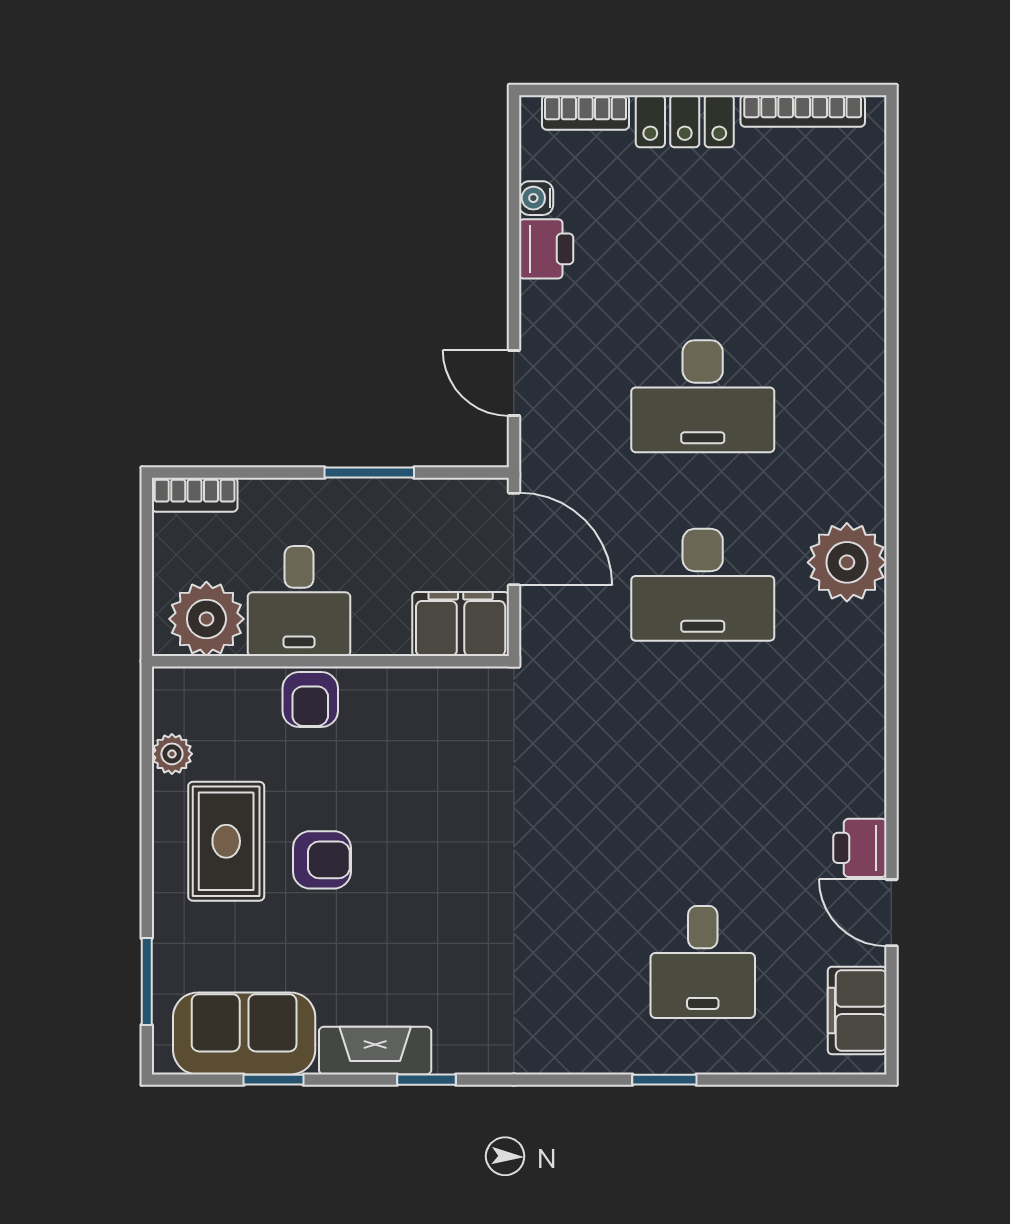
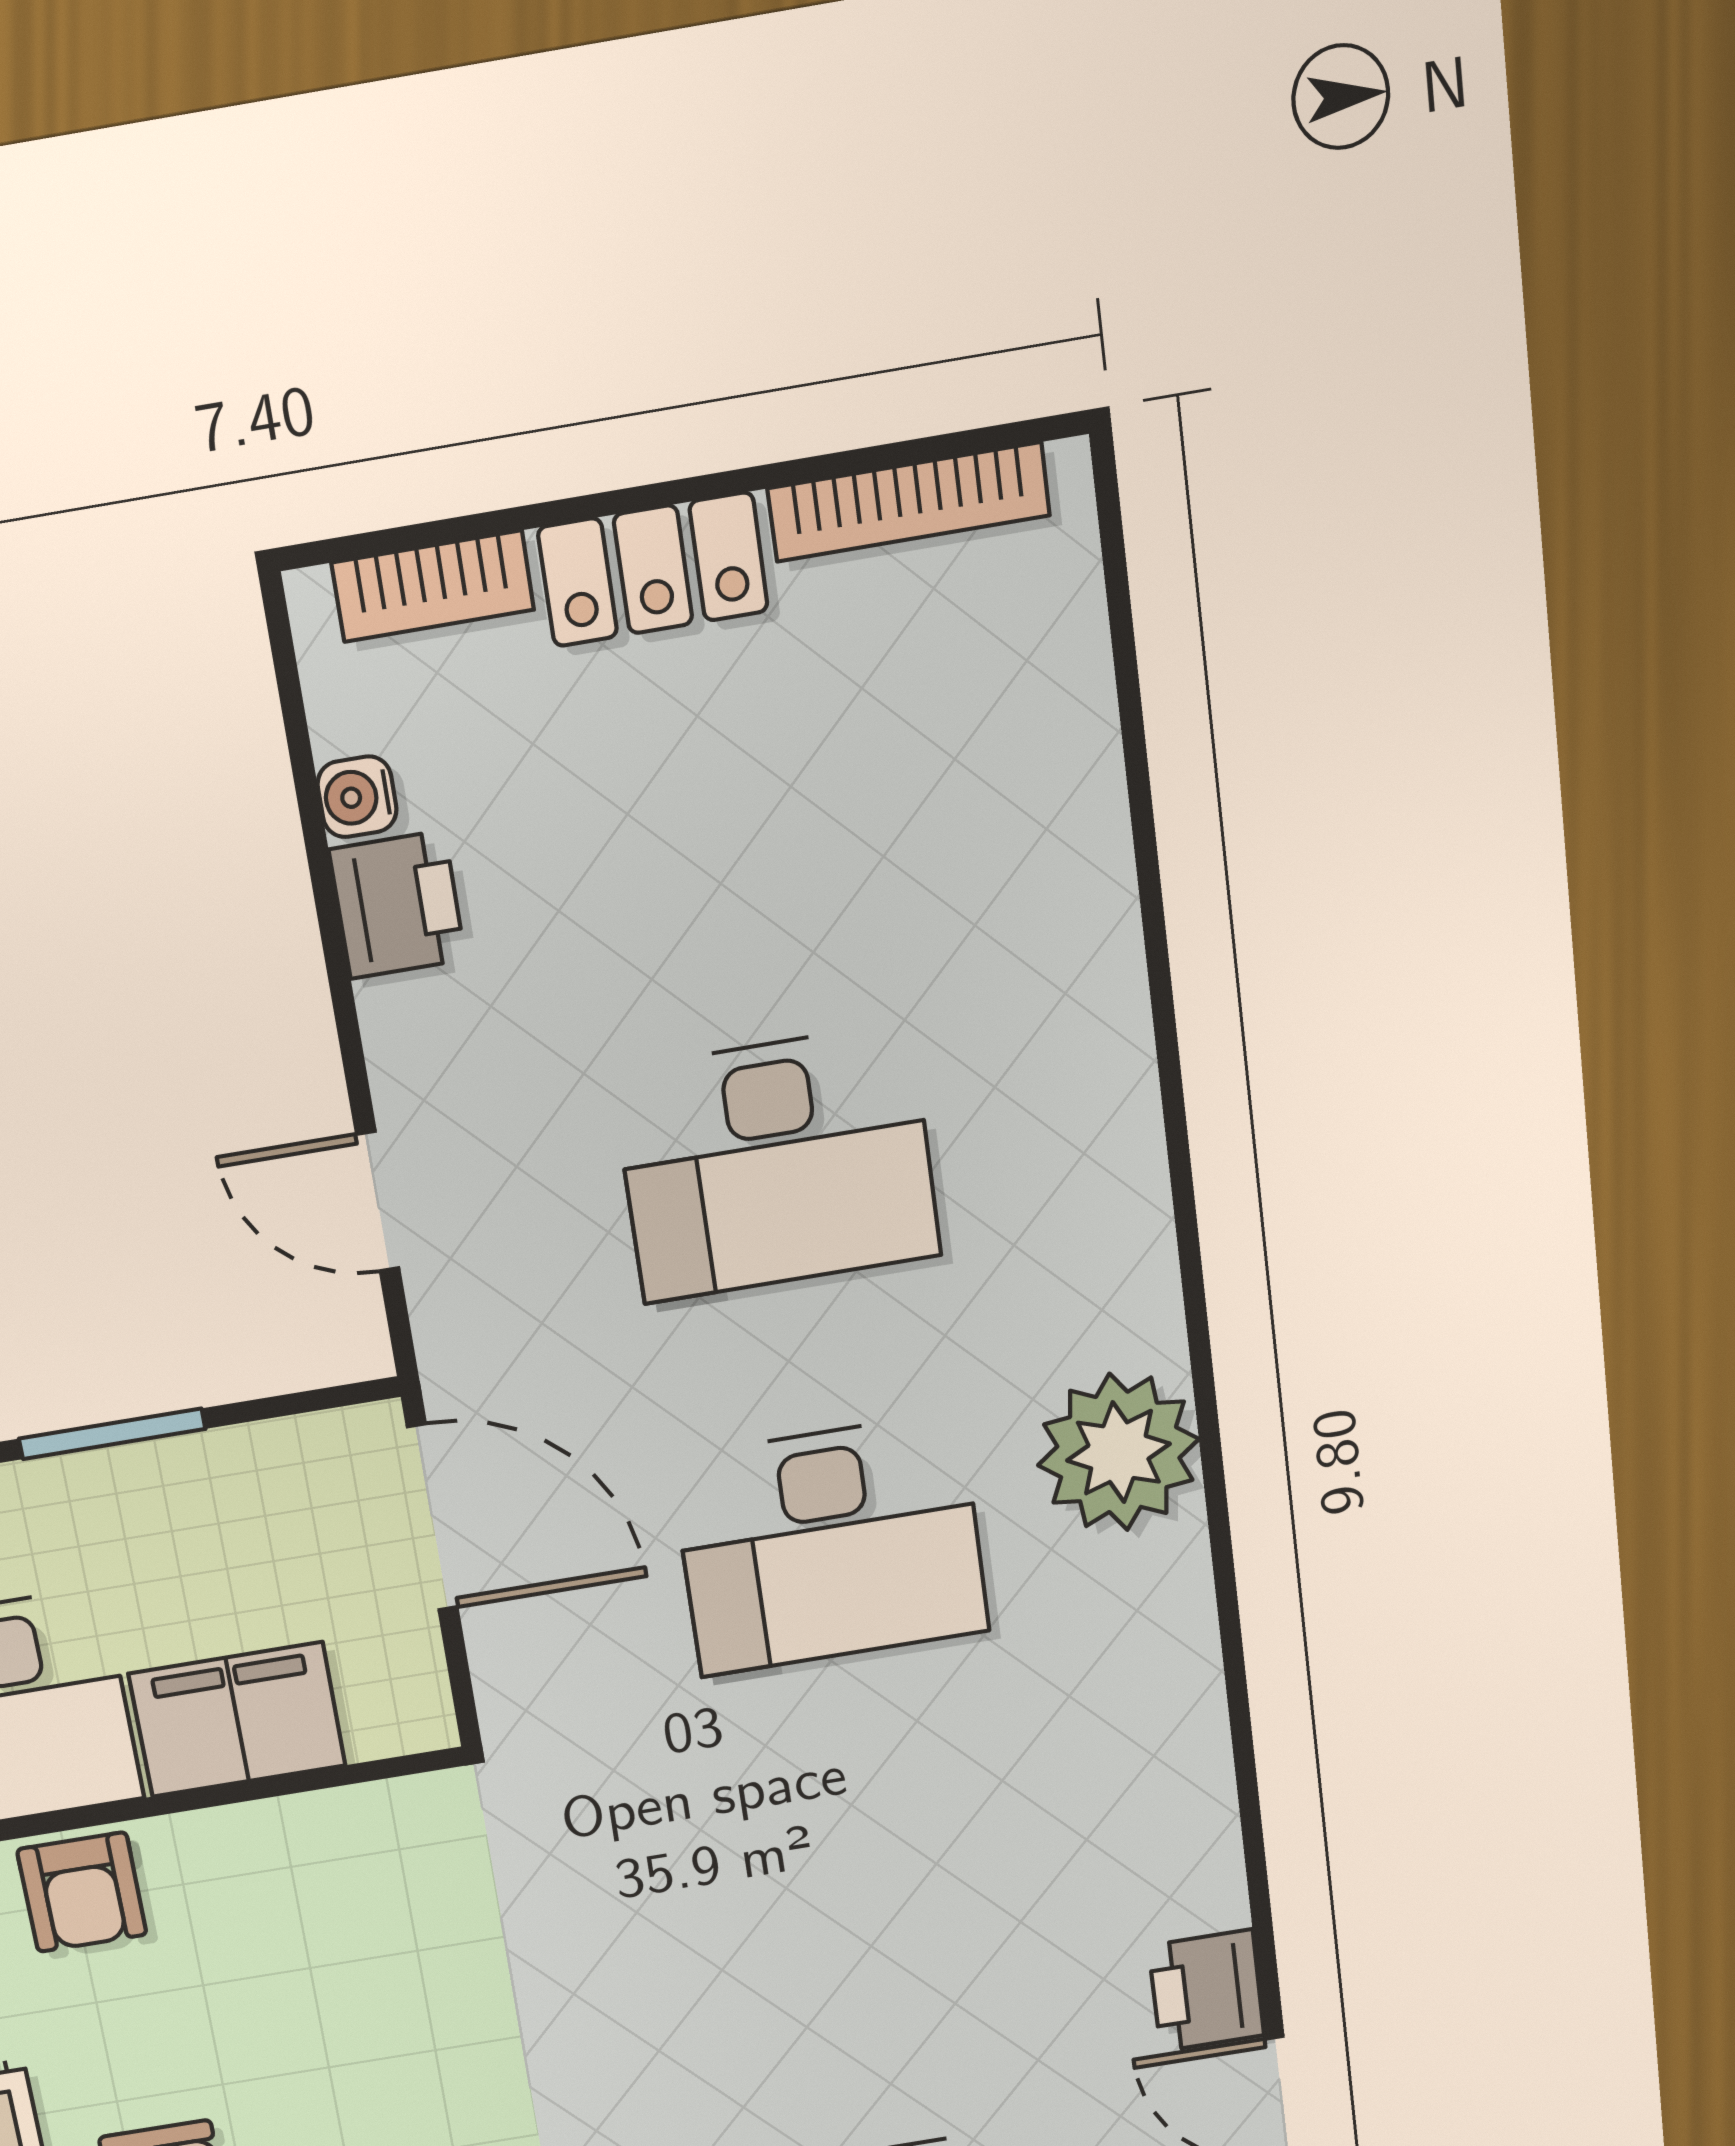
filing cabinet: (461, 624) -> (237, 1720), moved

